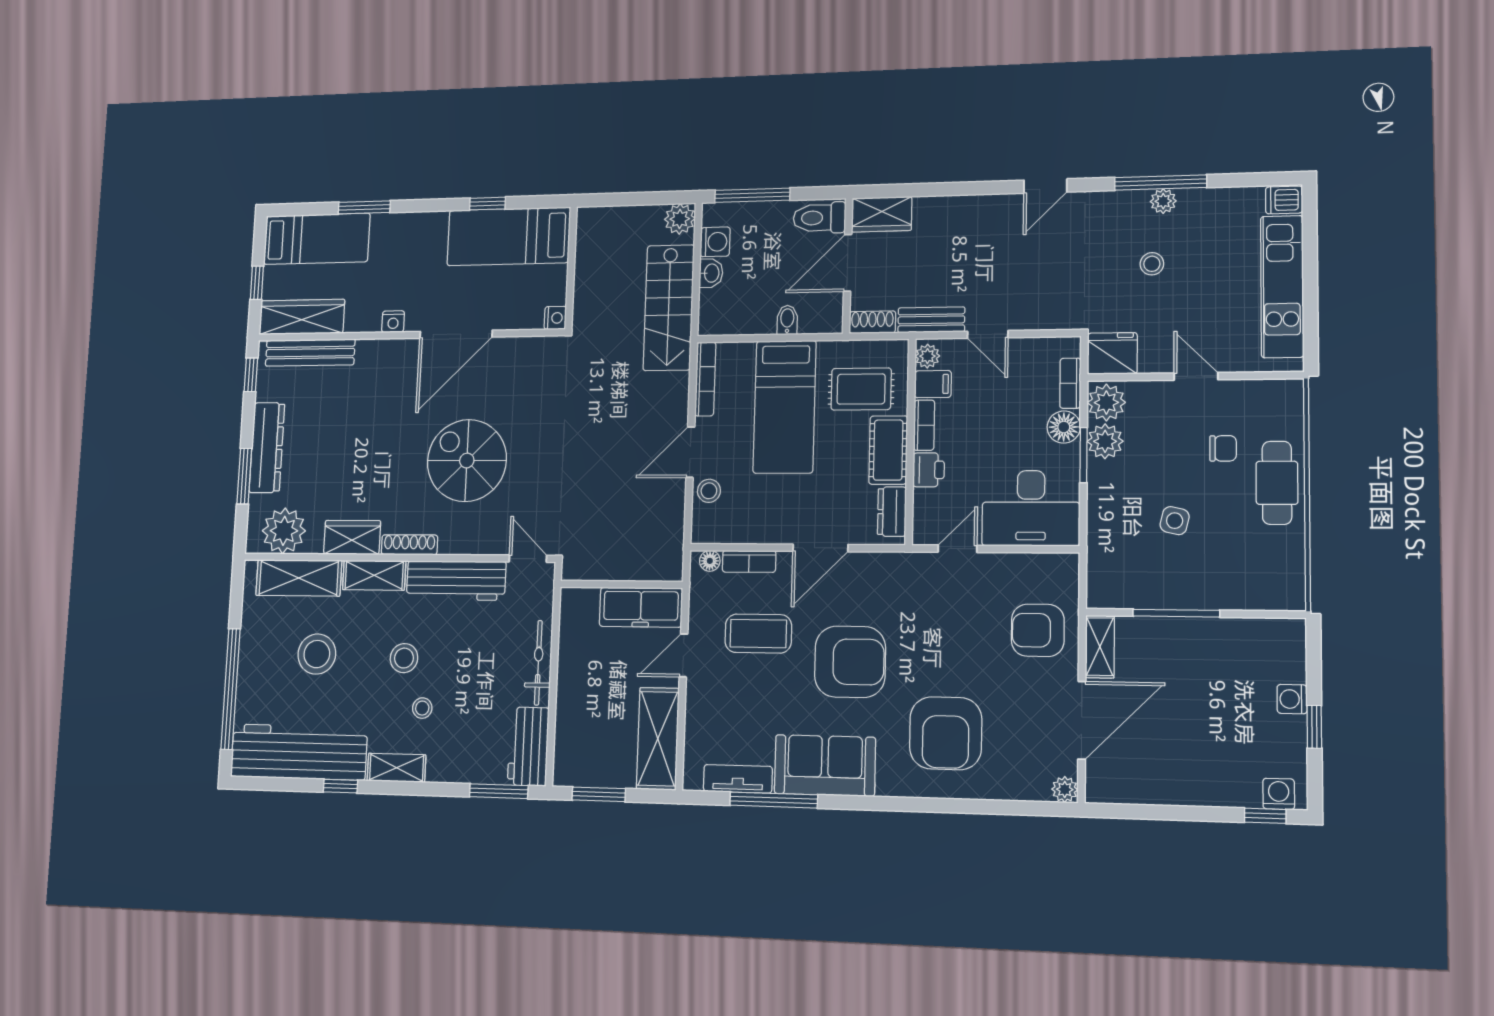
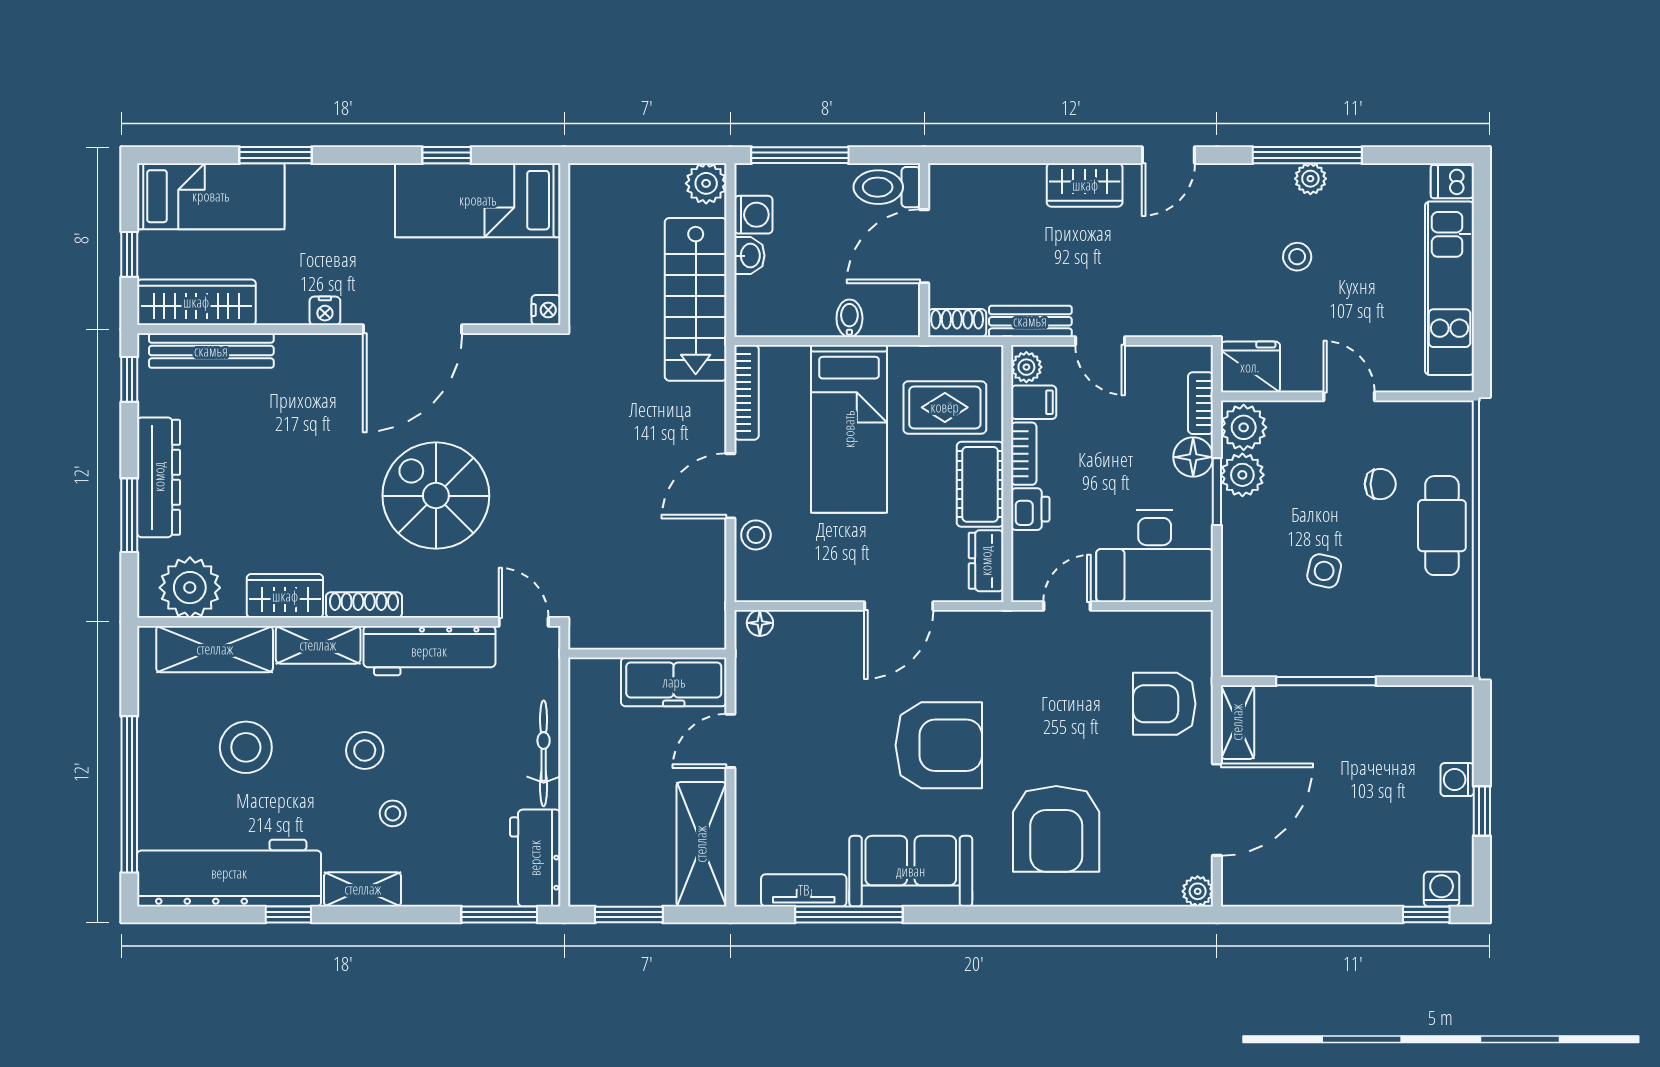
wardrobe: (882, 214) -> (1085, 185), moved
bookcase: (749, 561) -> (810, 623), removed
coffee table: (758, 634) -> (824, 713), removed

